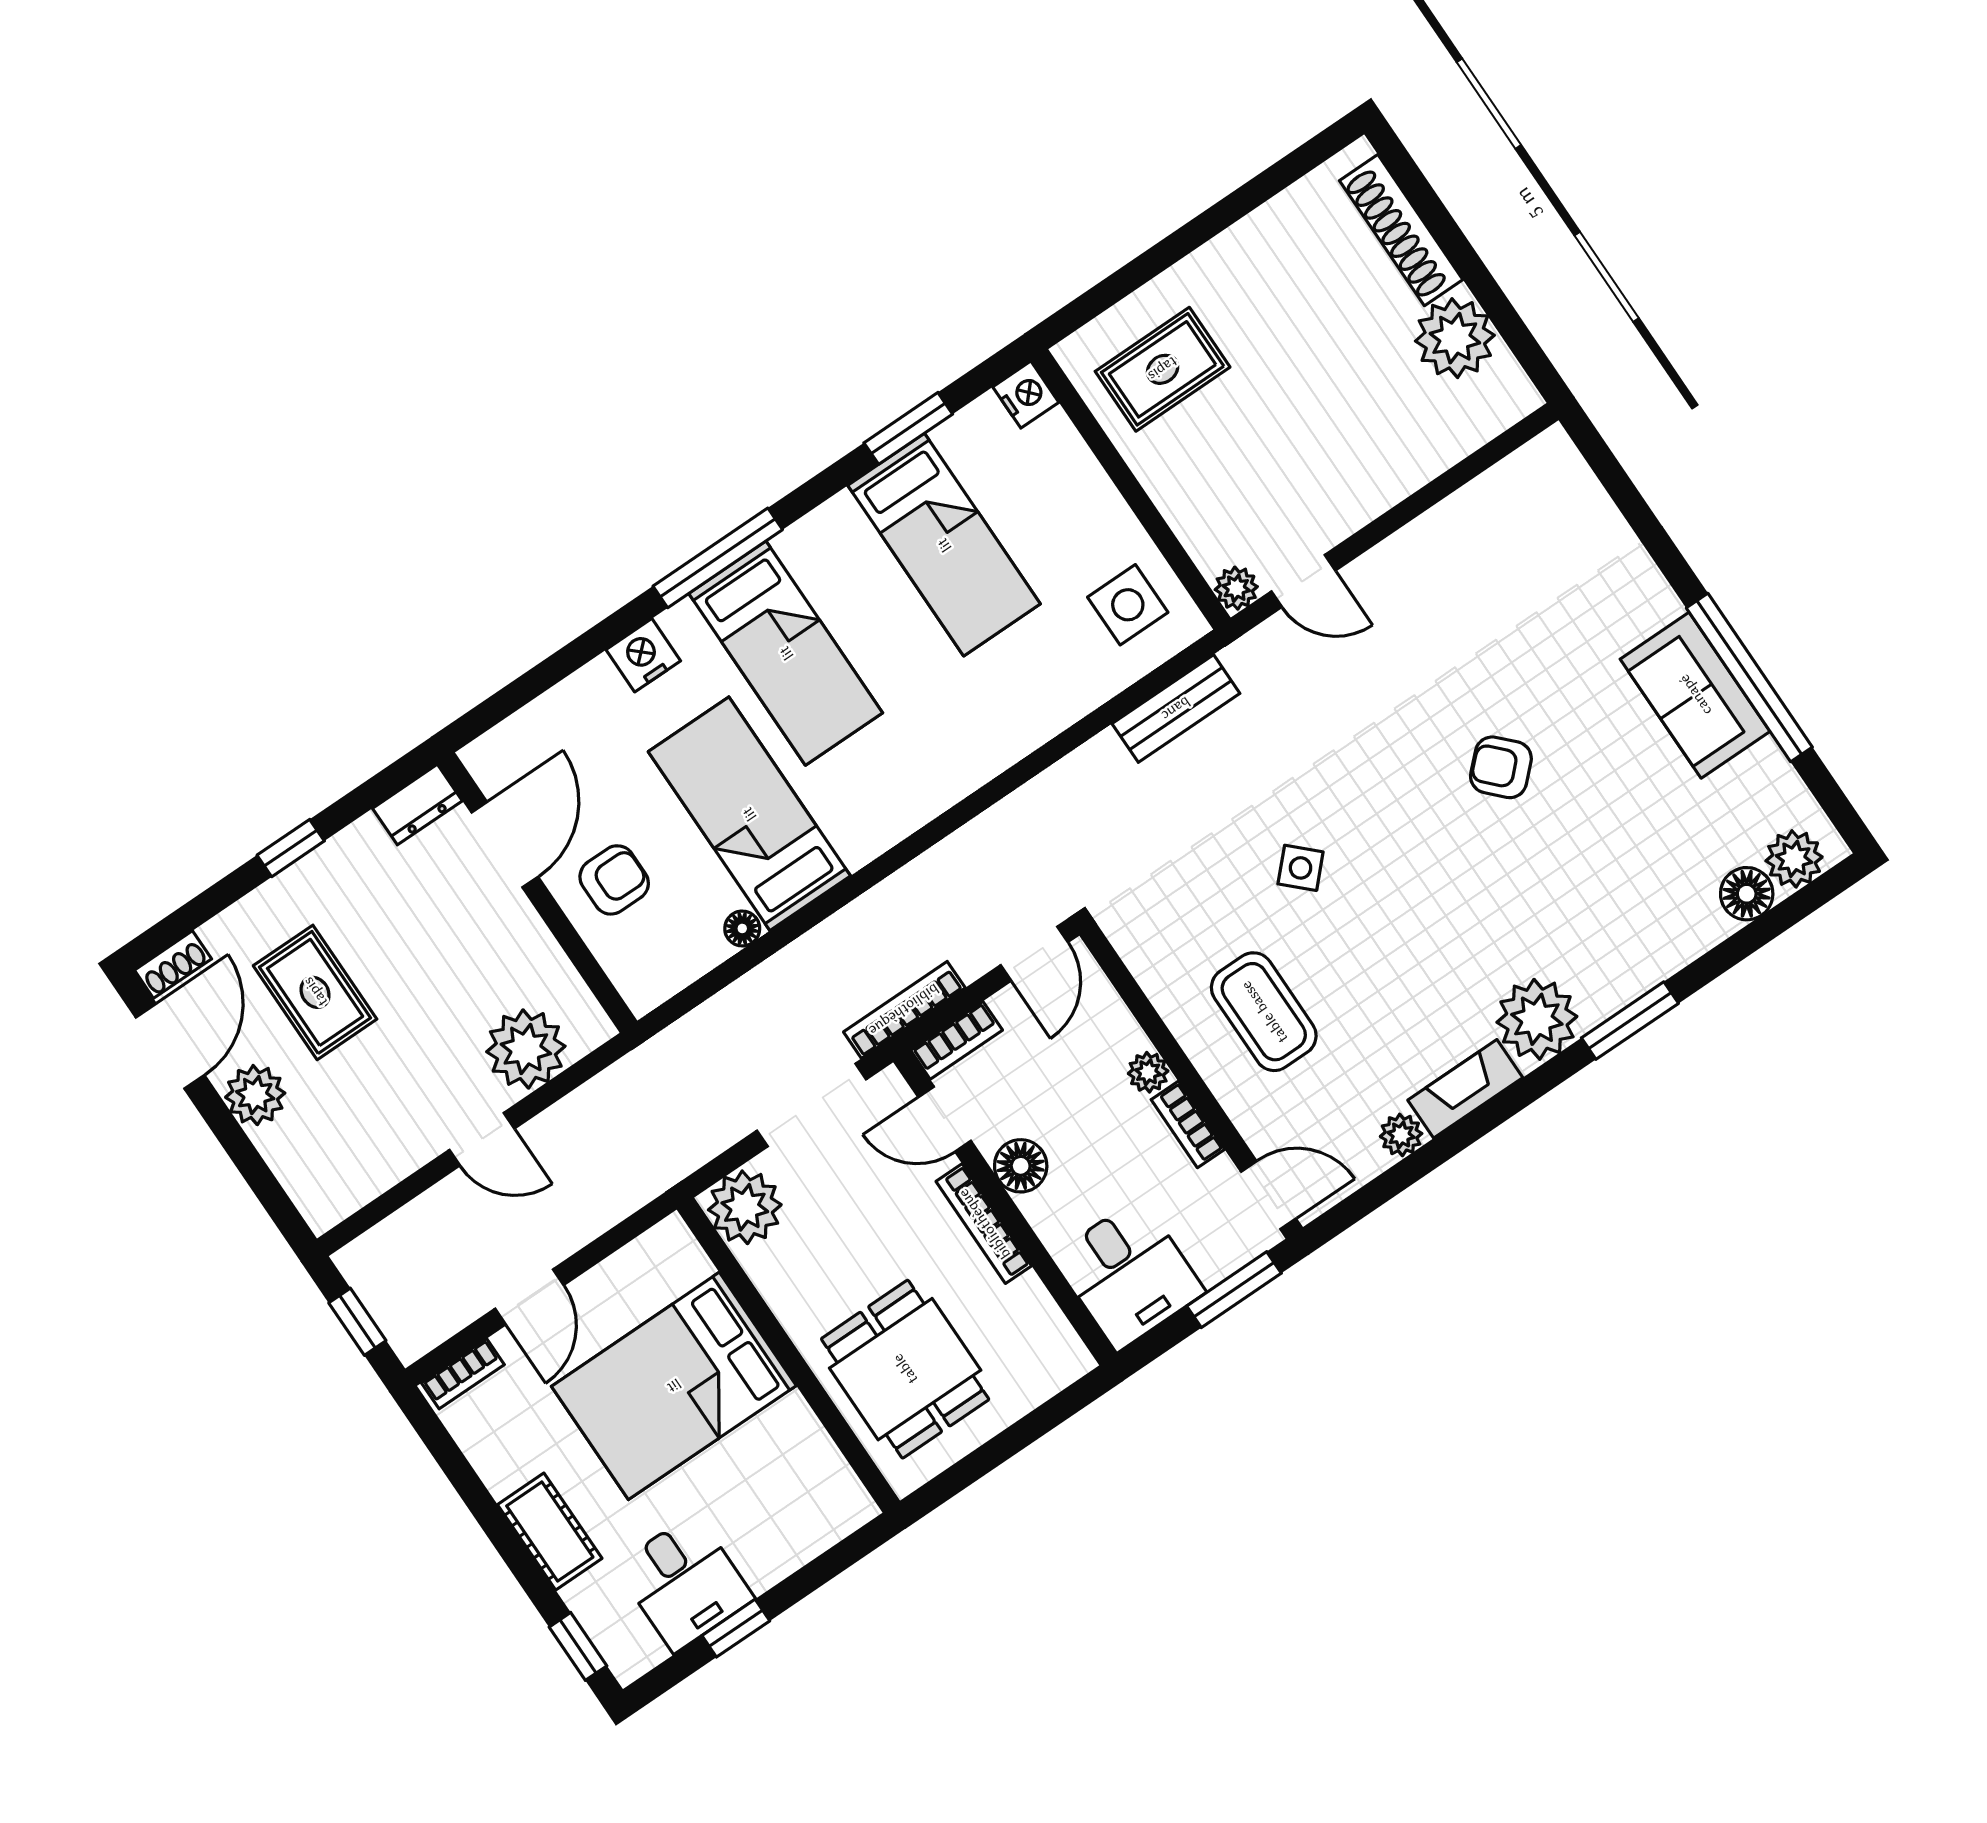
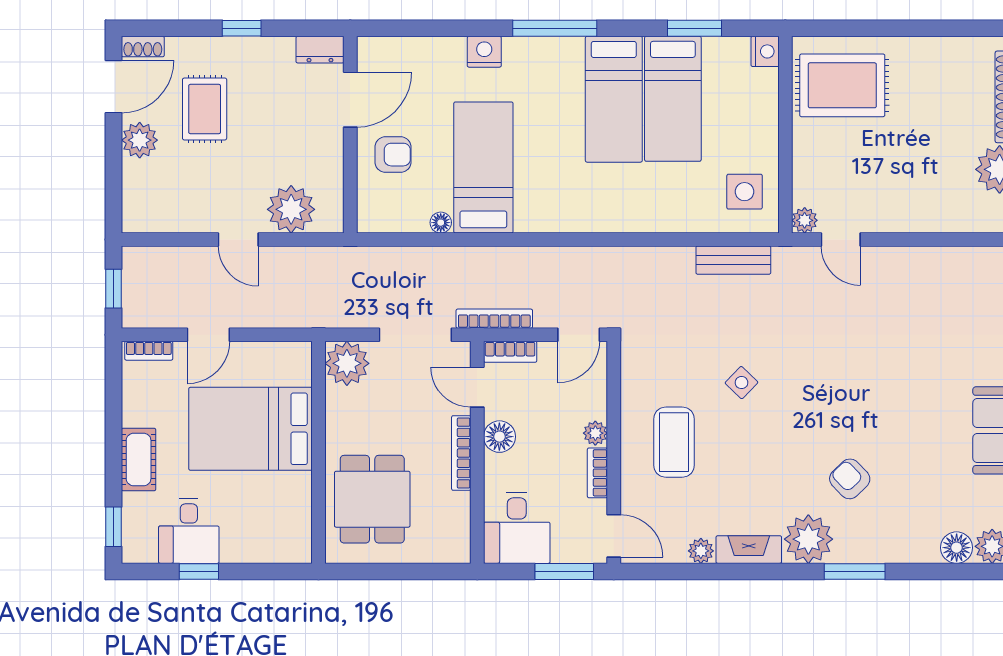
rug: (1163, 369) -> (842, 85), width x1.36, depth x1.43
bed: (786, 653) -> (614, 99), moved
armchair: (1501, 767) -> (850, 479), moved

